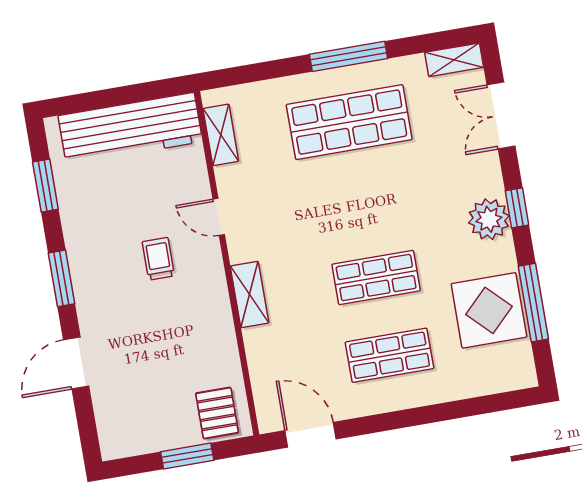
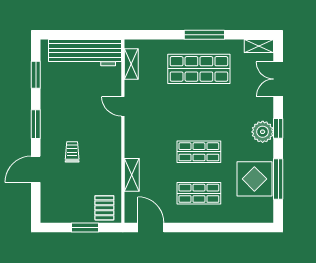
trolley: (158, 259) -> (72, 152), moved
shelving: (249, 295) -> (132, 175), moved

